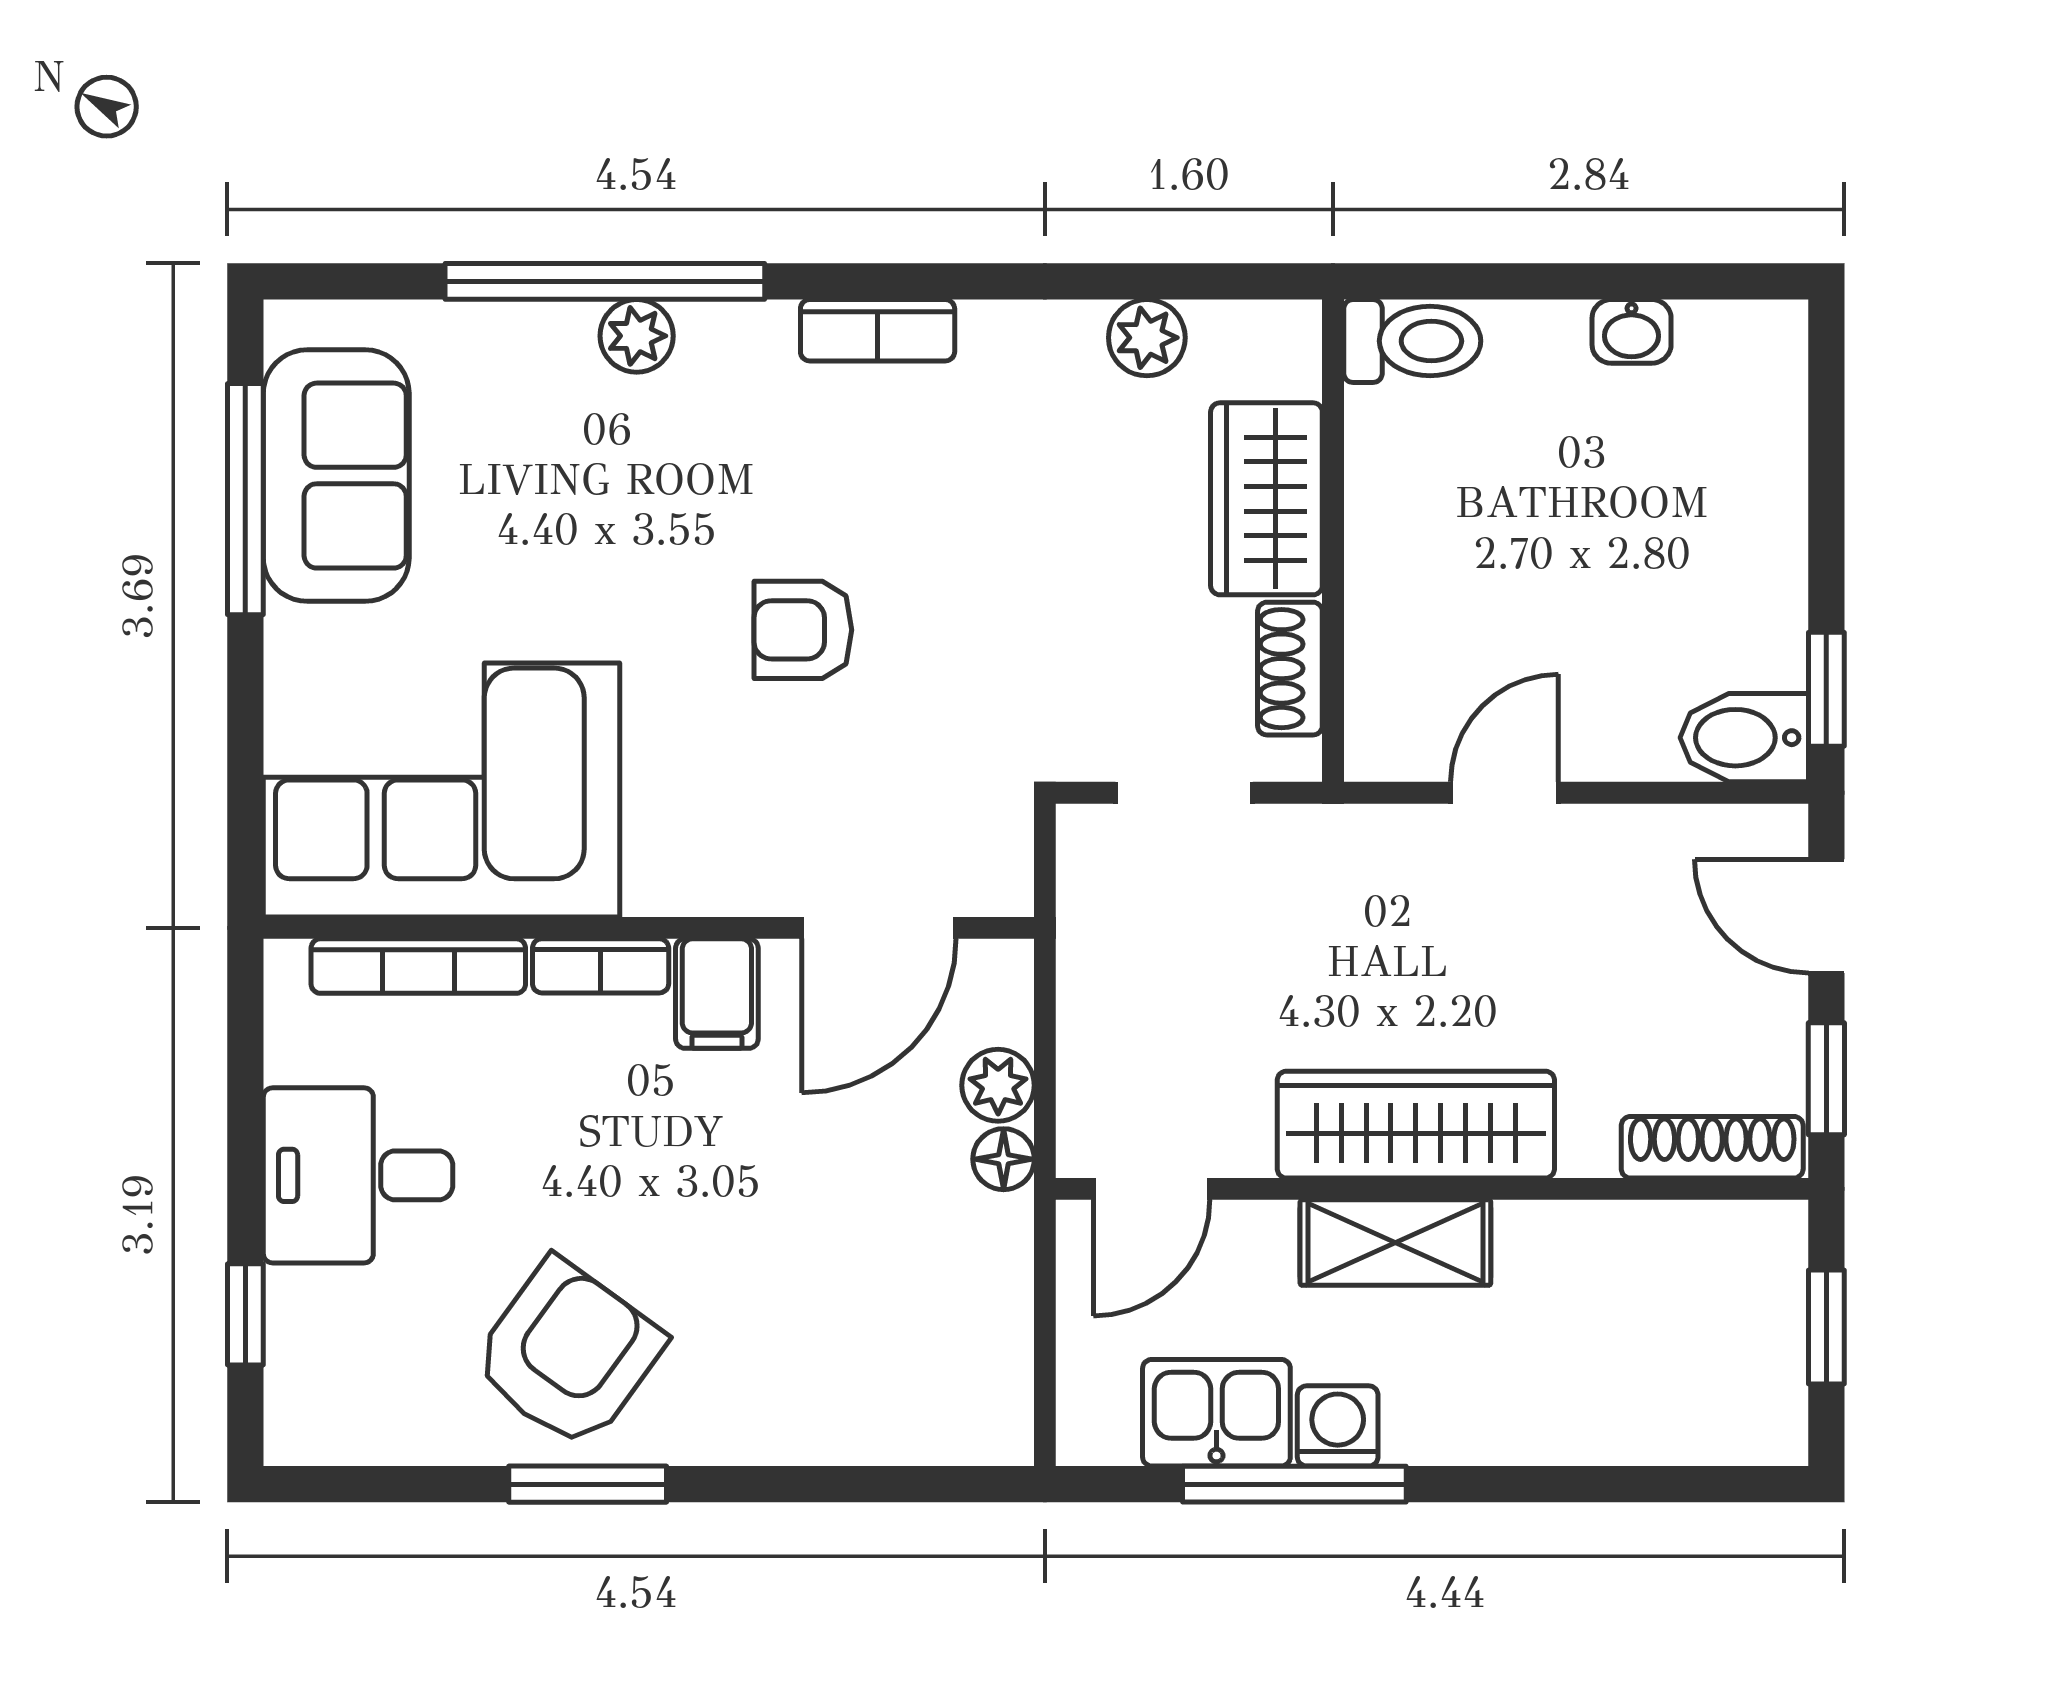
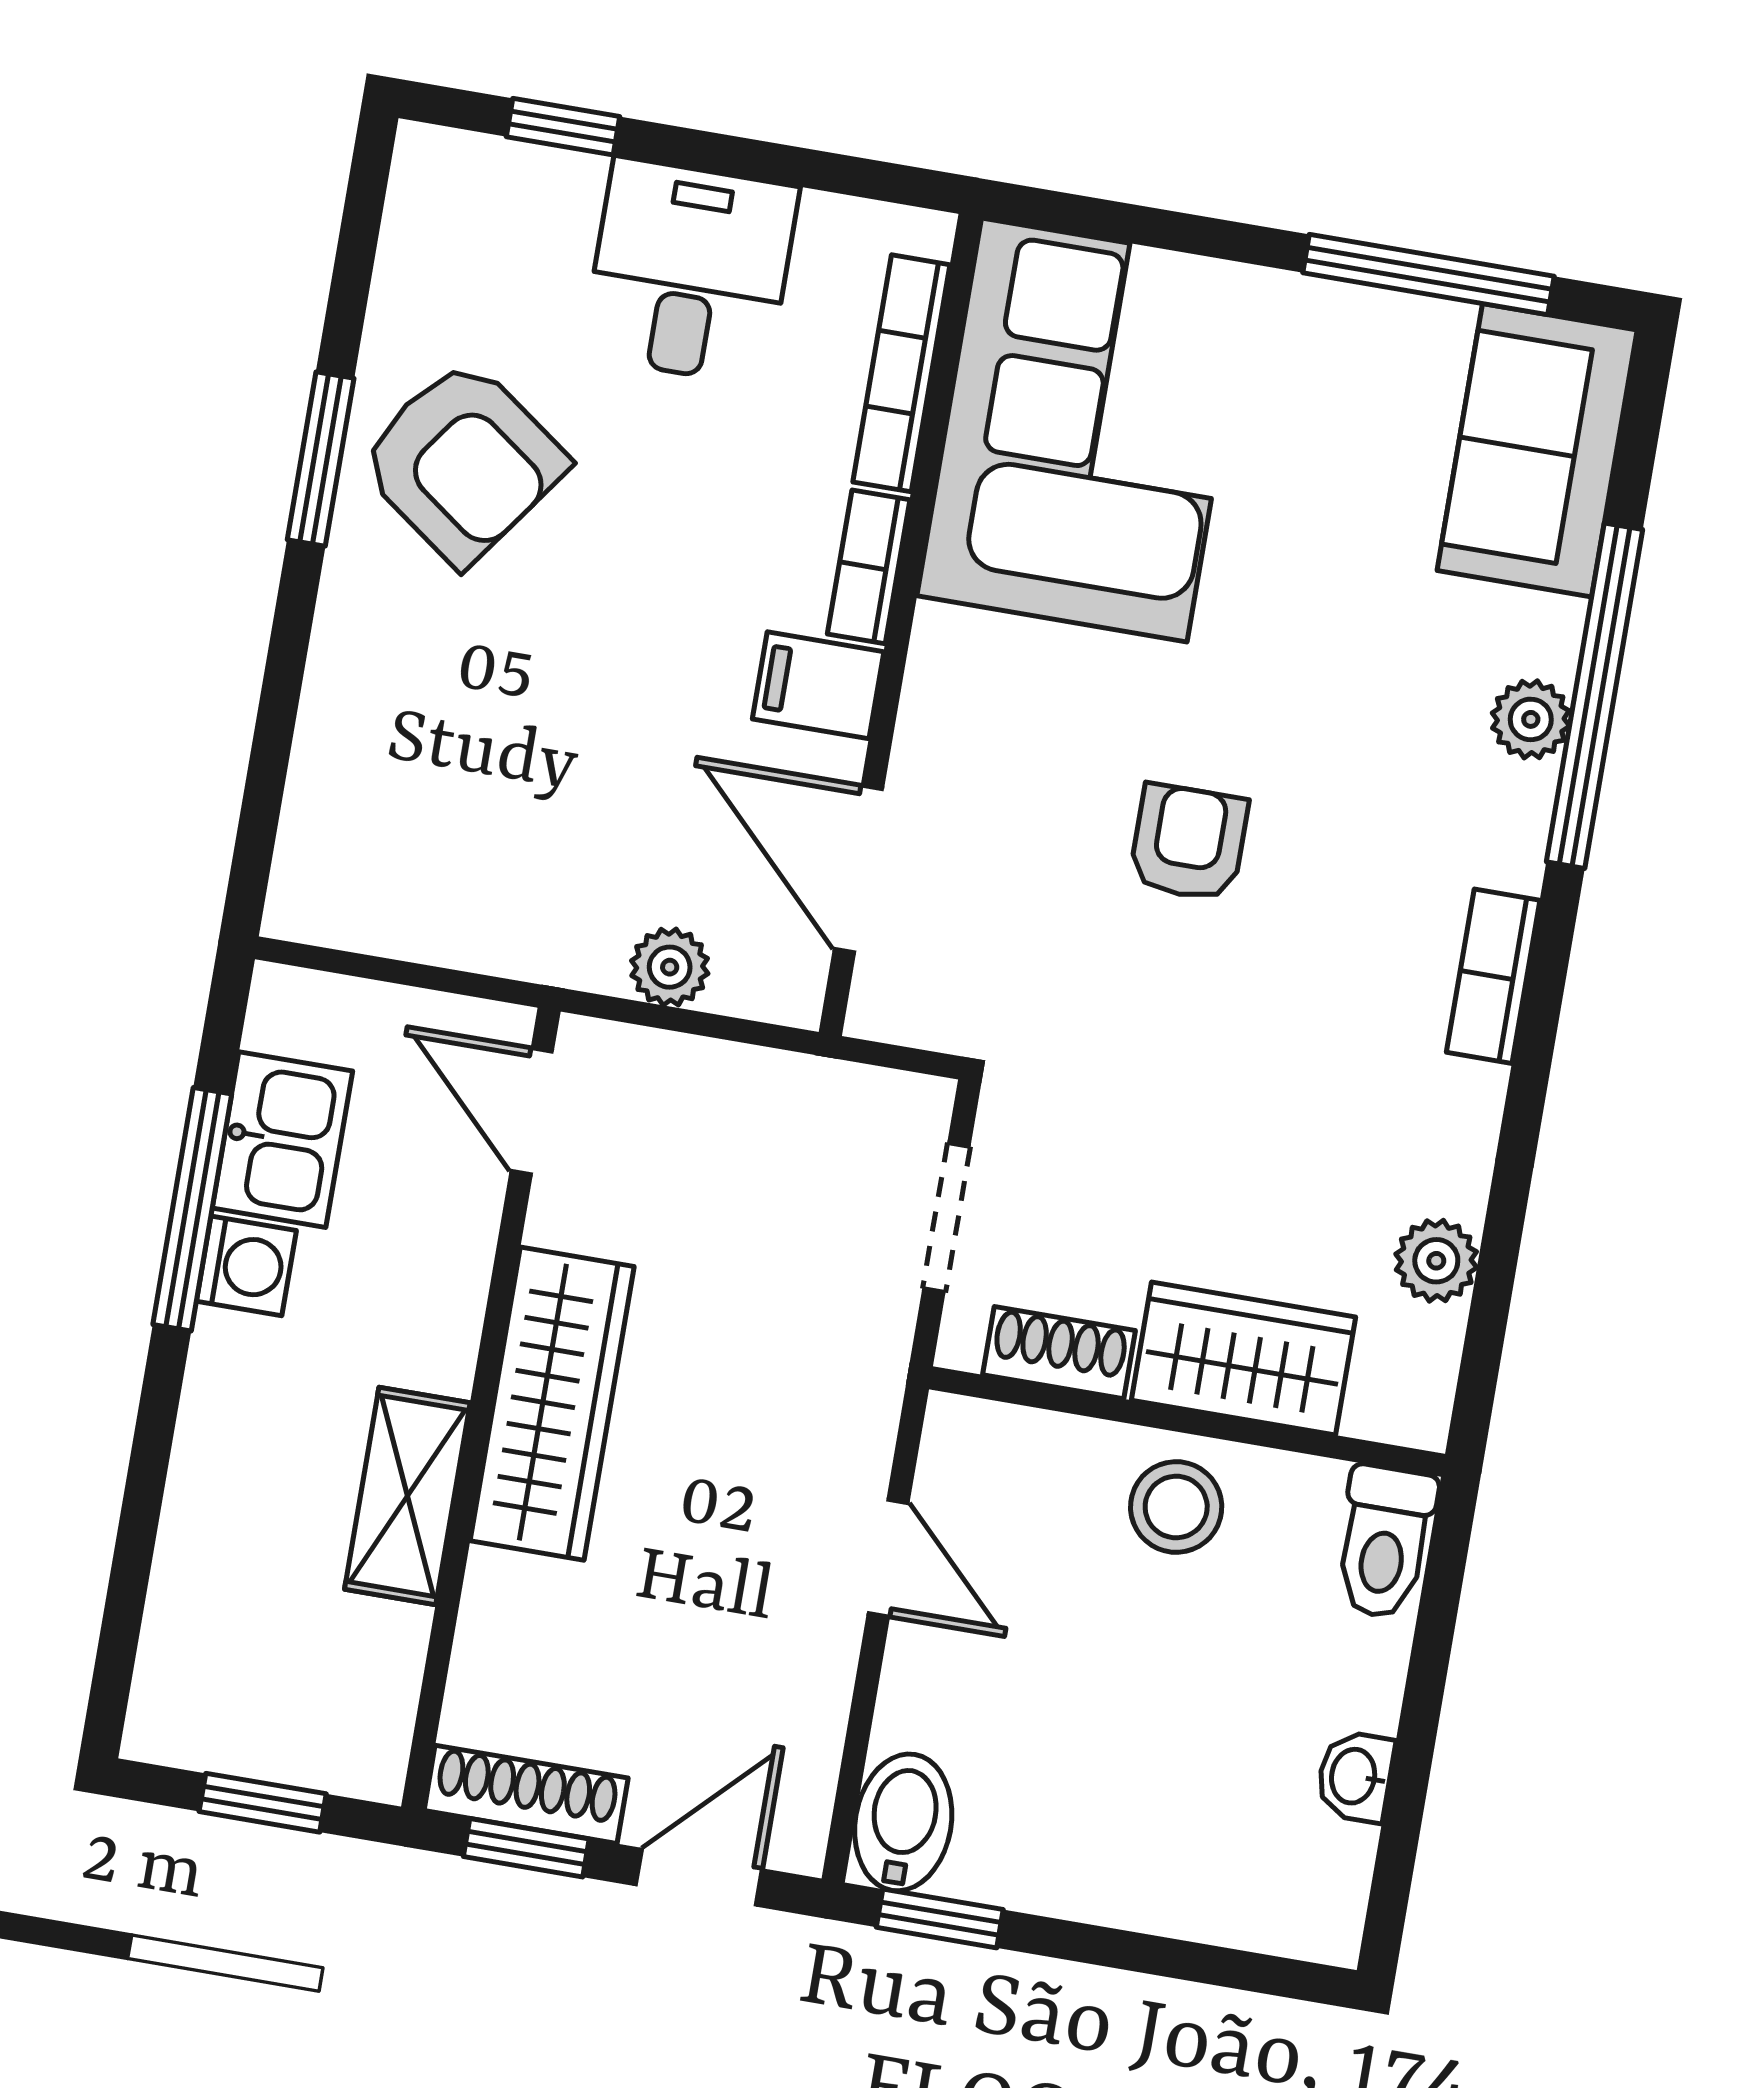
sofa: (336, 476) -> (1537, 450), moved, turned 90
stool: (1413, 537) -> (1176, 1507), added
shoe rack: (1712, 1147) -> (526, 1794), moved, turned -90
floor lamp: (1004, 1159) -> (590, 960), removed
shelving: (1395, 1243) -> (407, 1496), moved

